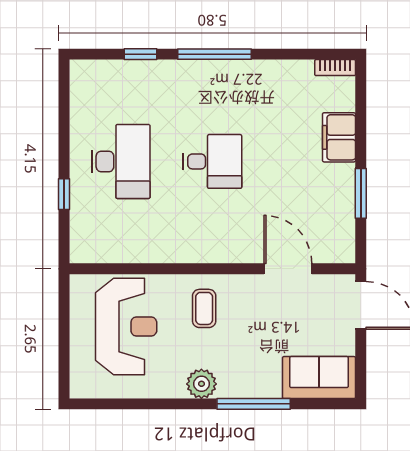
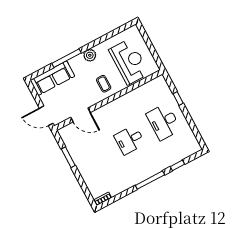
filing cabinet: (339, 137) -> (87, 174), removed
reception desk: (126, 327) -> (129, 62), turned 180
sofa: (319, 378) -> (52, 78), width x1.36

